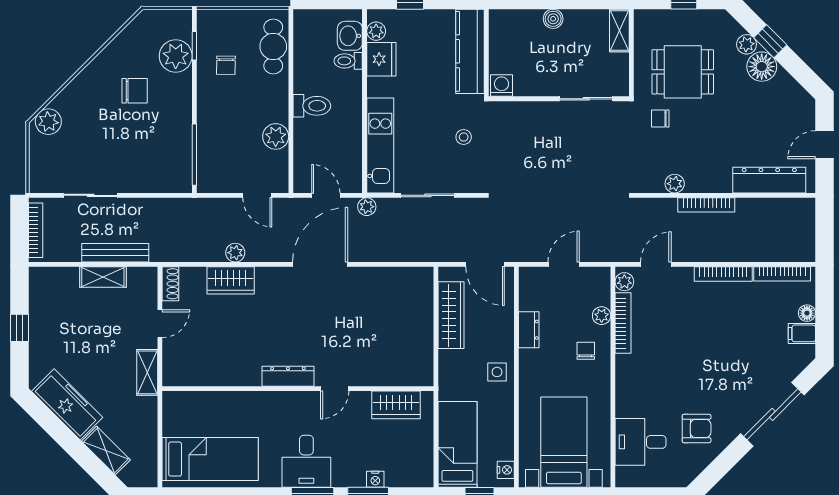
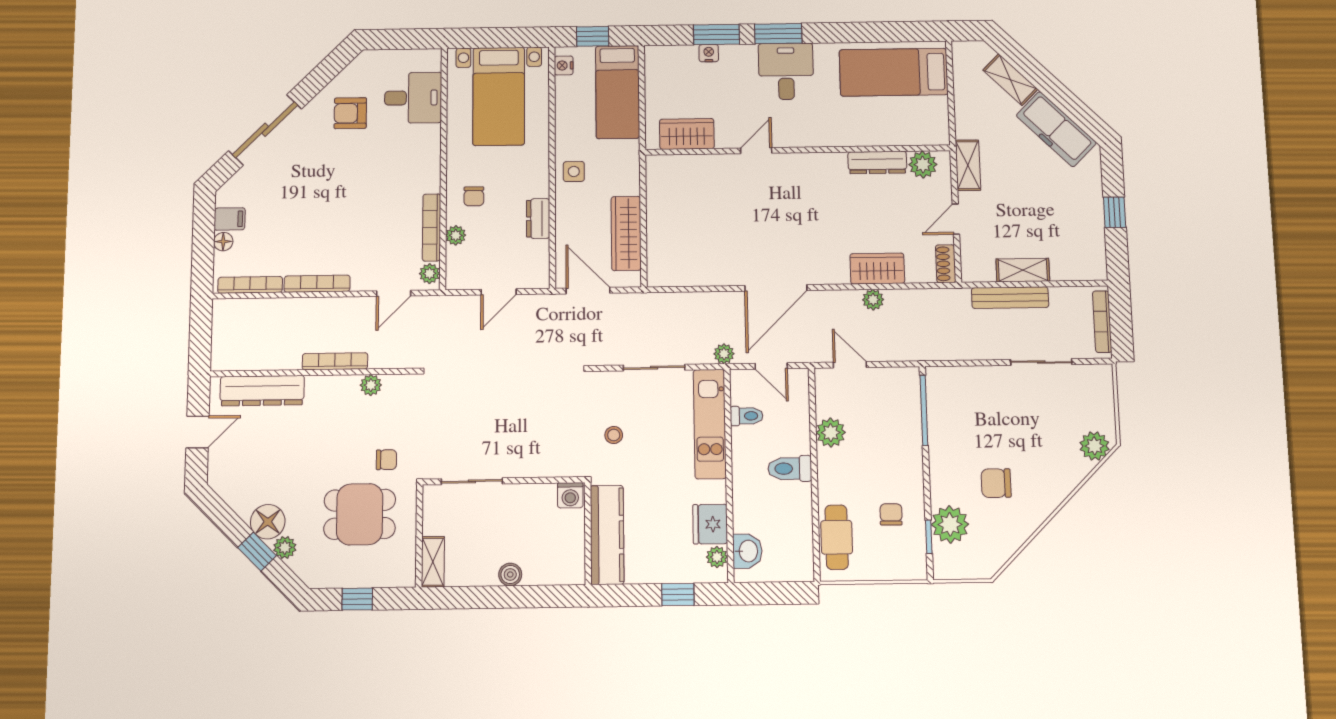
toilet: (348, 61) -> (747, 416), moved
plant: (187, 374) -> (923, 165), added
dresser: (288, 376) -> (877, 162), moved

